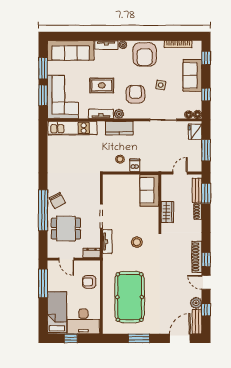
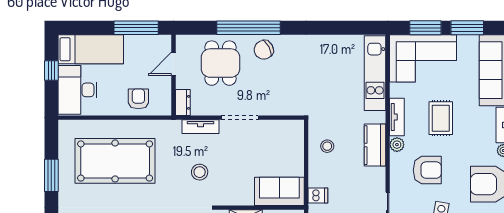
dishwasher: (135, 165) -> (318, 196), moved

